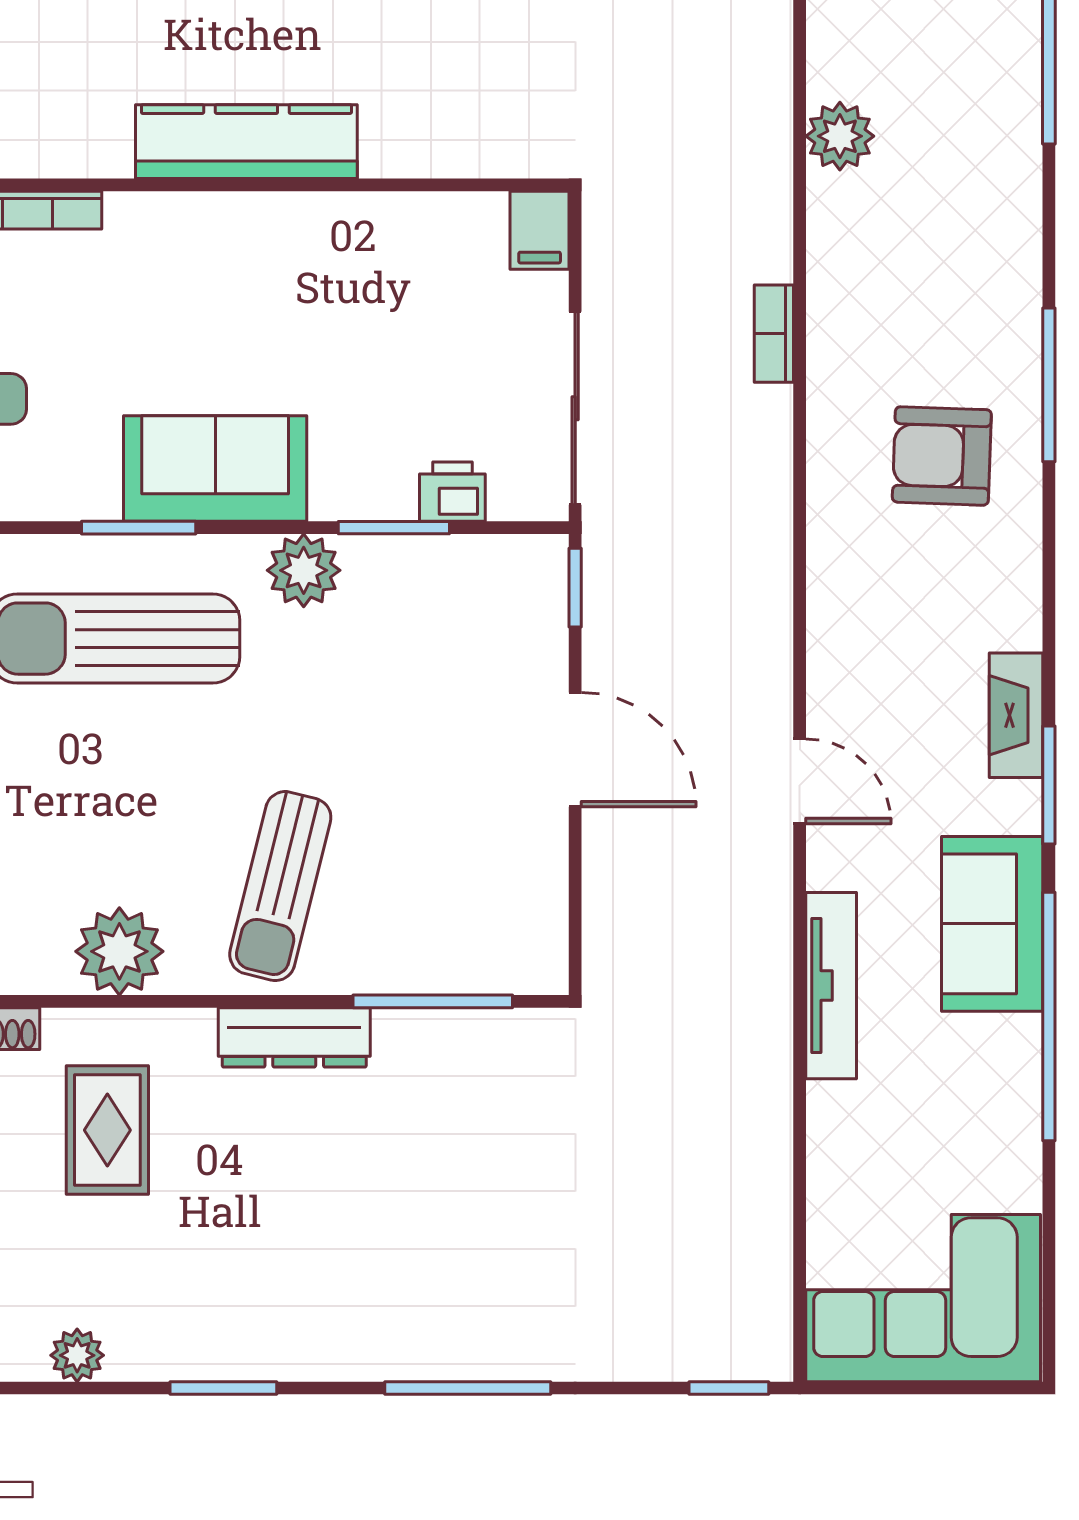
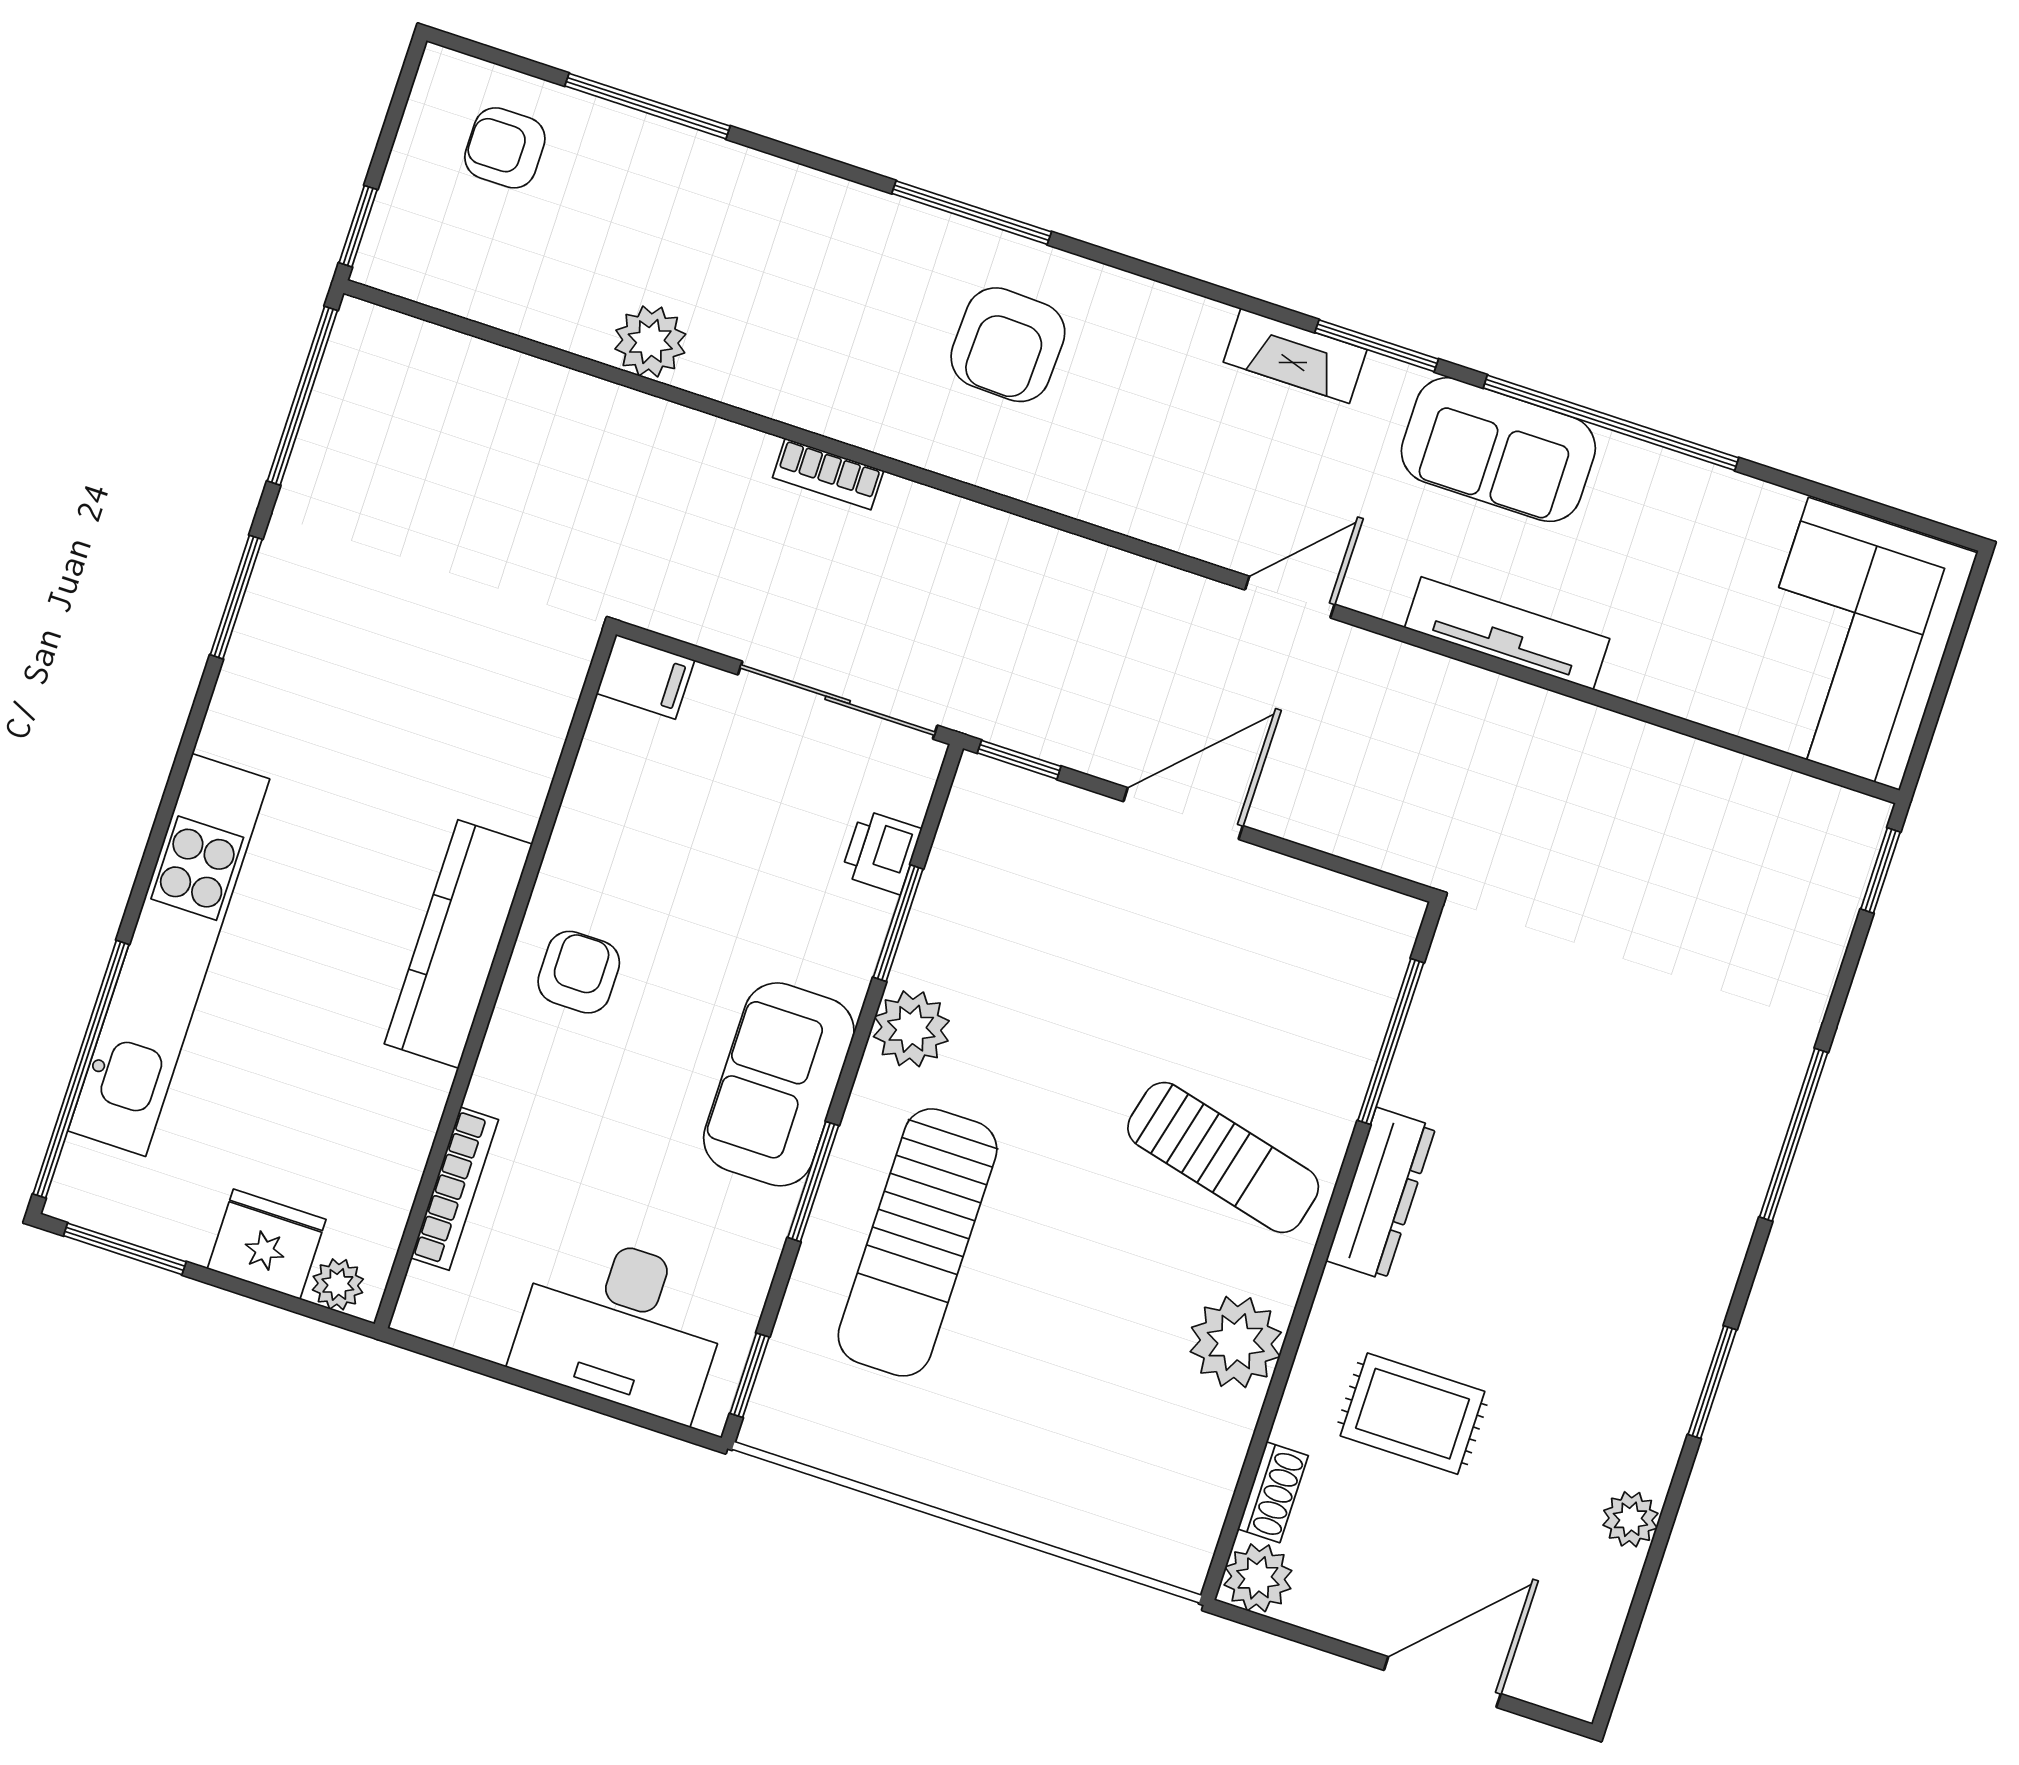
armchair: (257, 257) -> (579, 972), added

